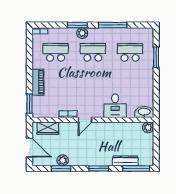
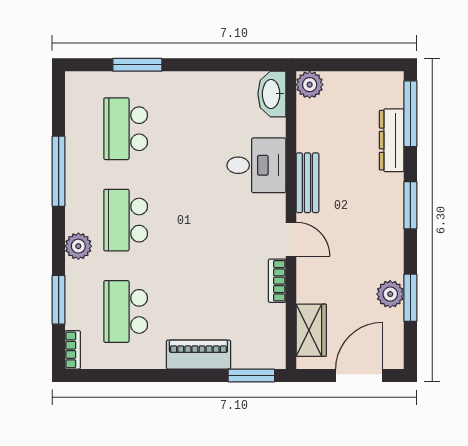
window: (77, 25) -> (59, 300), moved
bench: (108, 127) -> (307, 183), added

